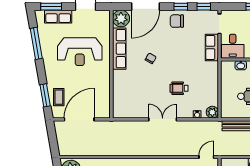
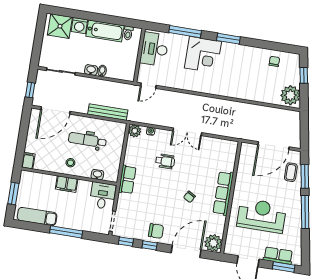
window: (36, 43) -> (305, 212), moved
row of seats: (212, 47) -> (127, 180), moved
row of seats: (119, 49) -> (223, 193), moved

